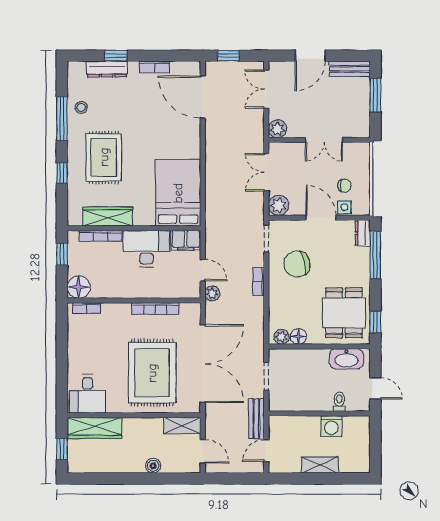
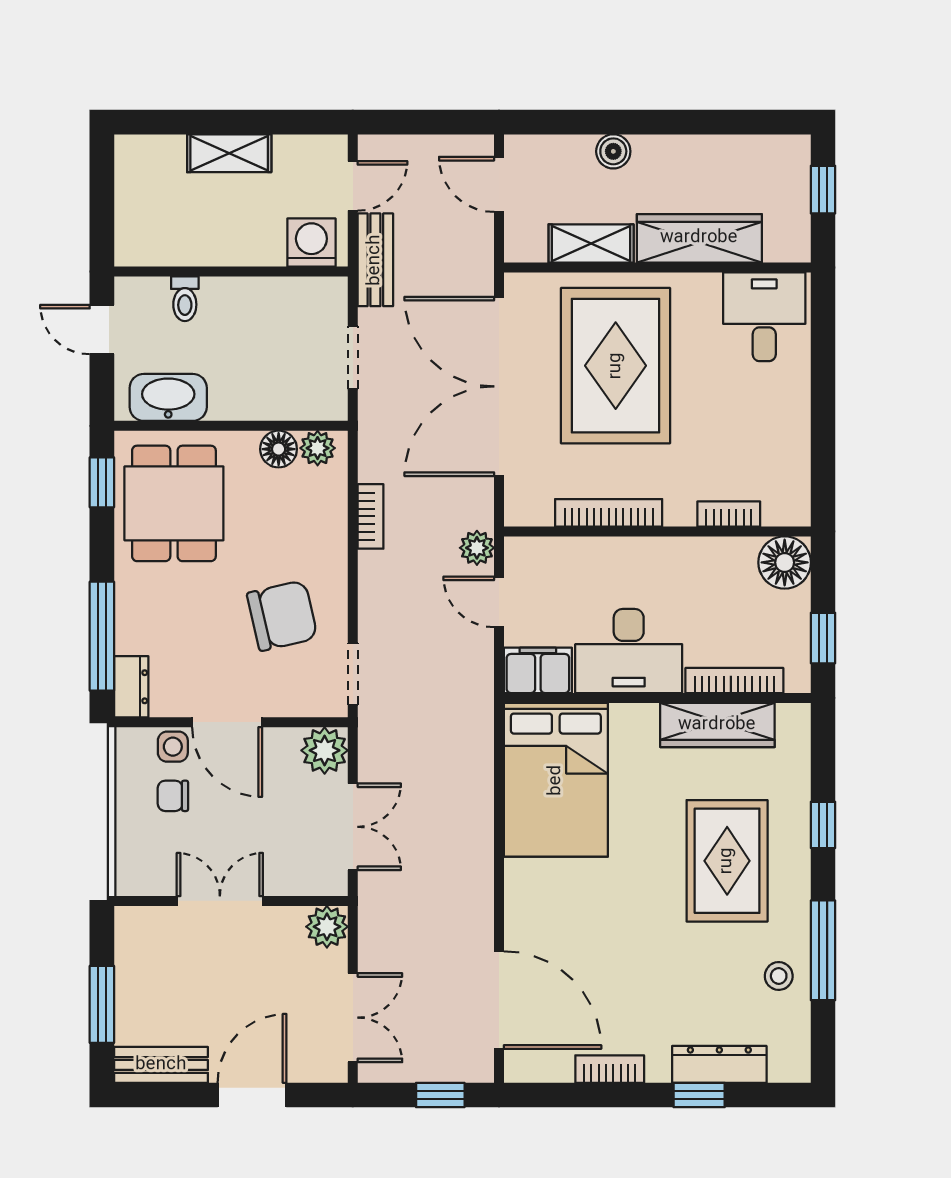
bookcase: (259, 282) -> (371, 516), moved
bookcase: (87, 308) -> (729, 514), moved
shelving: (182, 426) -> (591, 243), moved
washing machine: (331, 426) -> (311, 243), moved
wardrobe: (94, 428) -> (699, 238), moved

